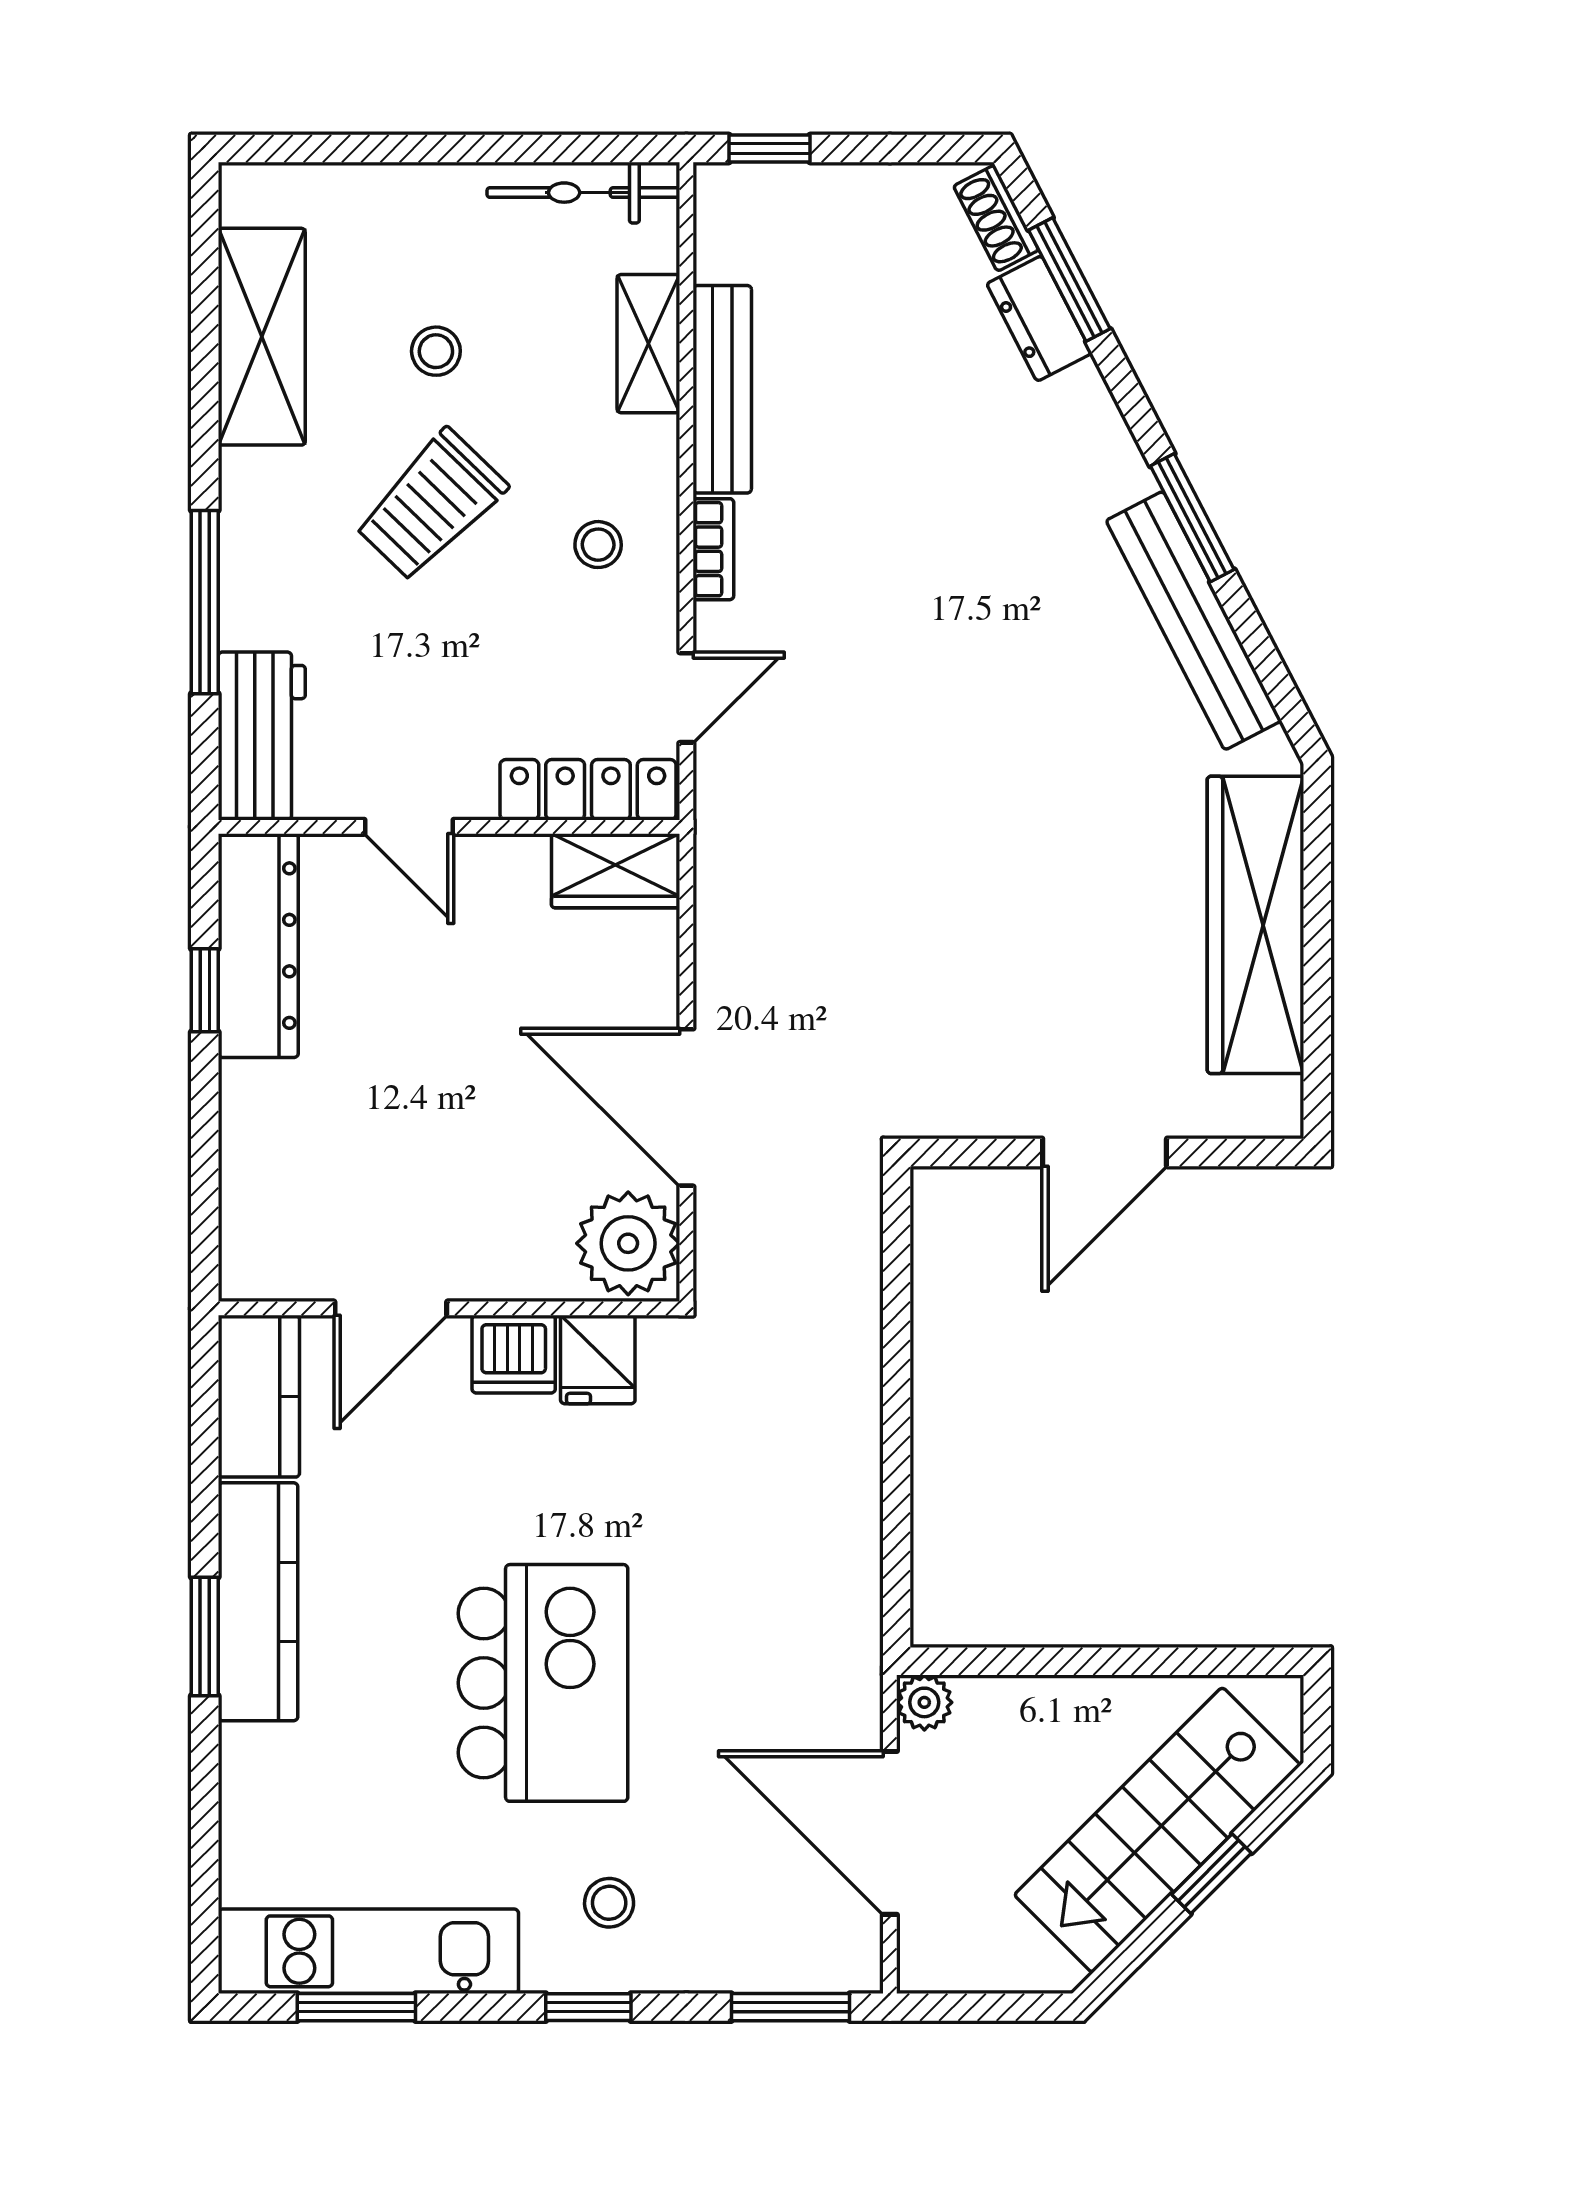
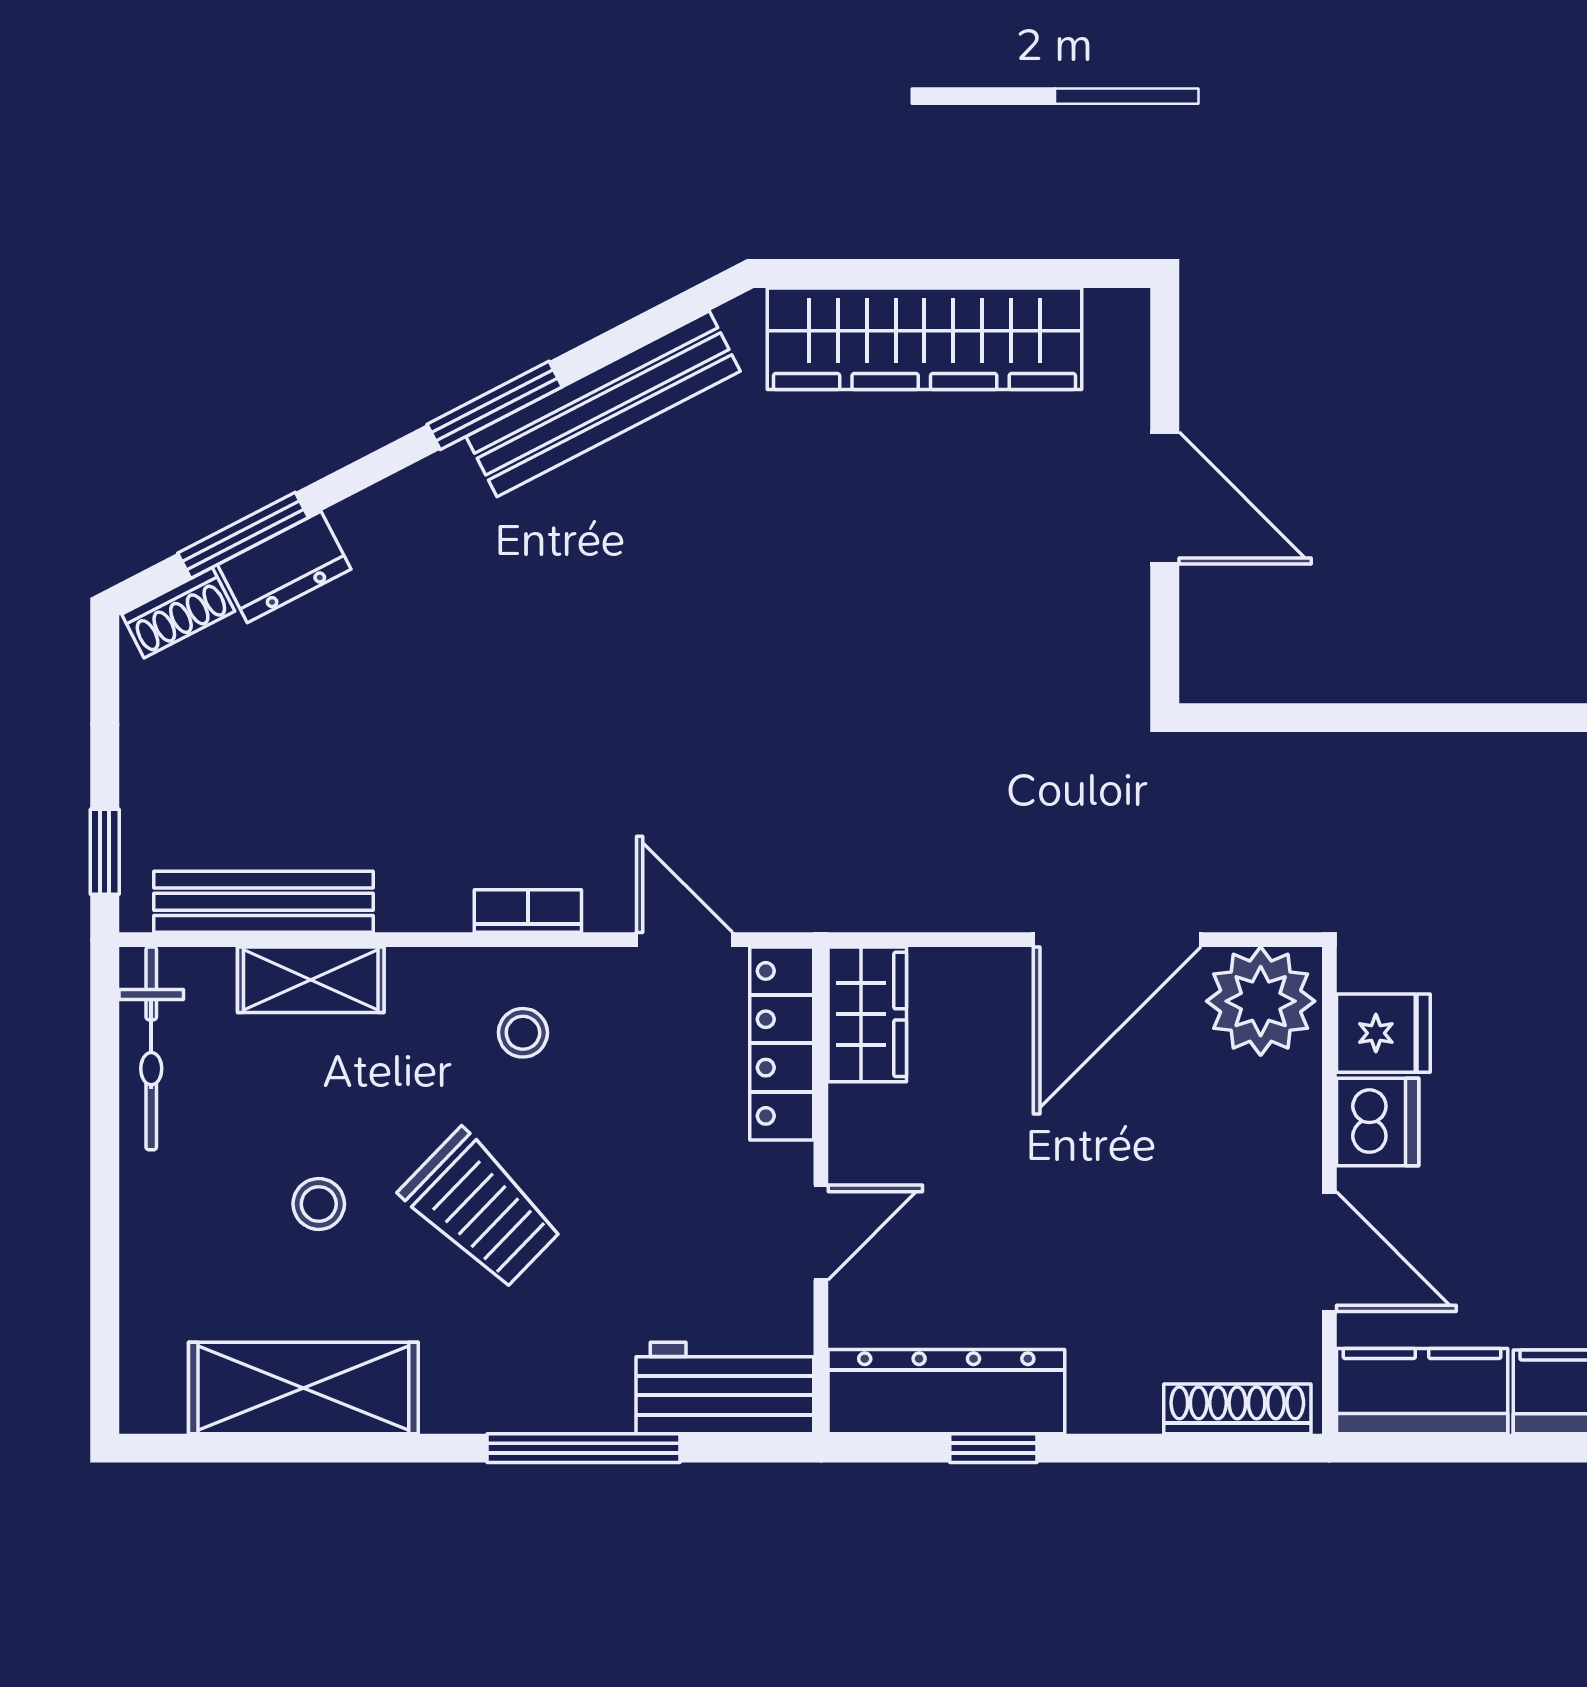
bench: (722, 389) -> (263, 902), moved
shoe rack: (242, 1221) -> (1237, 1409), added

